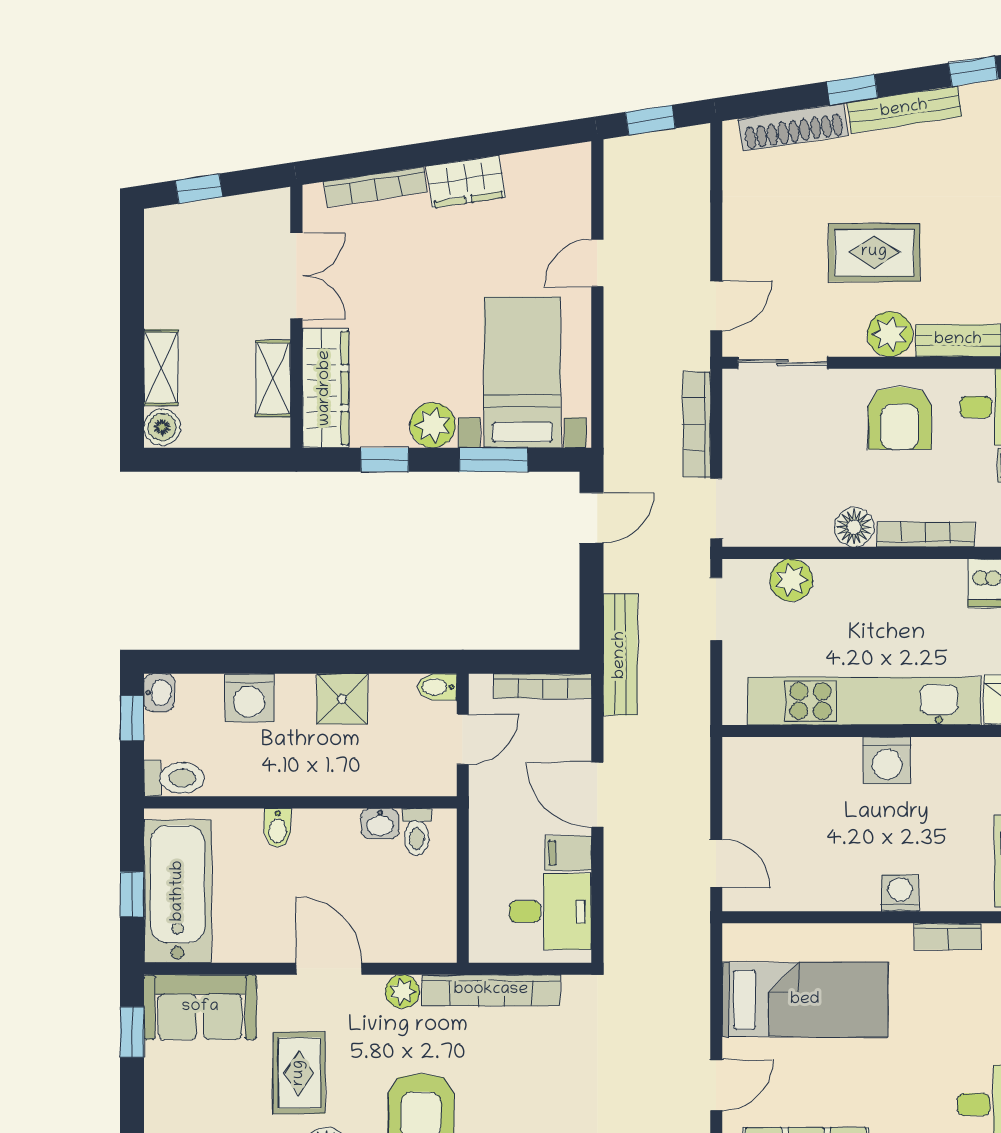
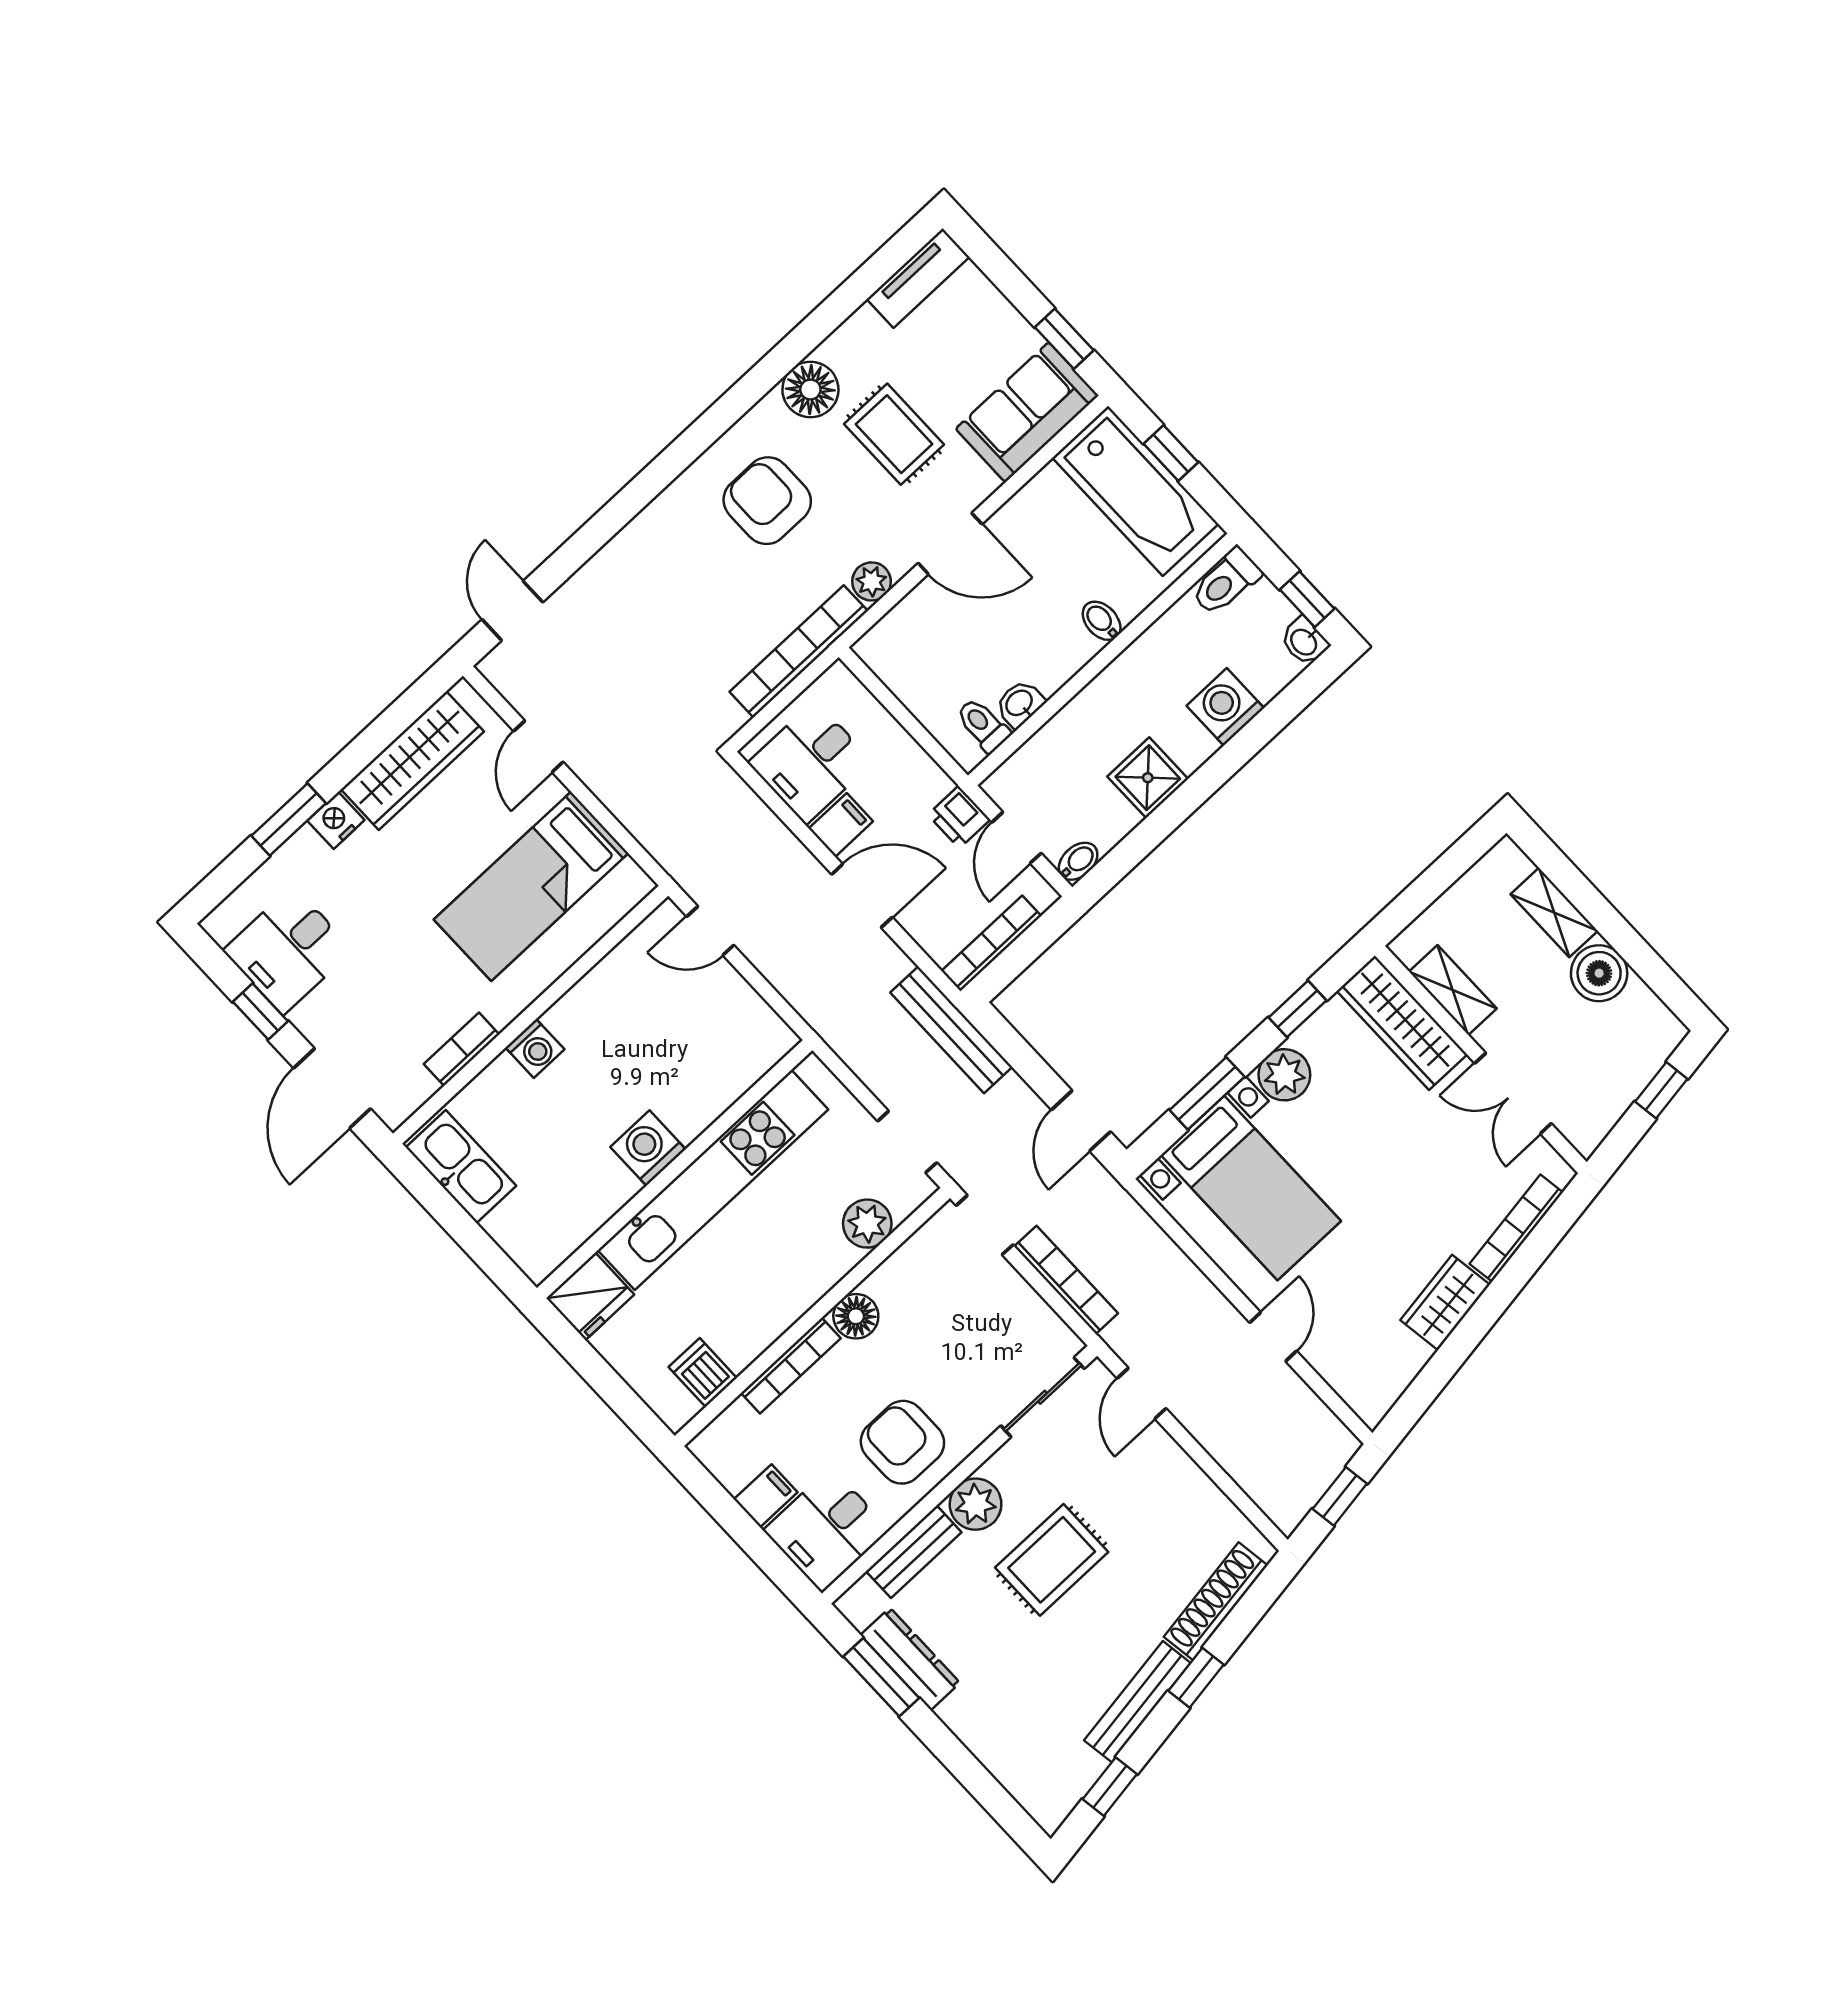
boiler: (162, 427) -> (1599, 973), moved, width x1.36, depth x1.36
printer: (487, 787) -> (959, 817), added

